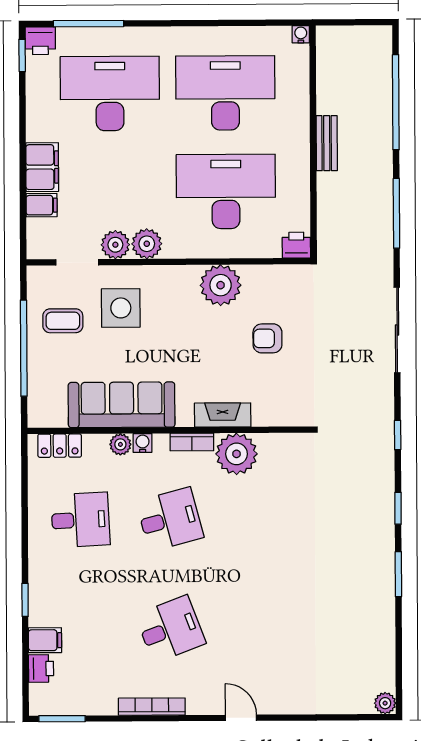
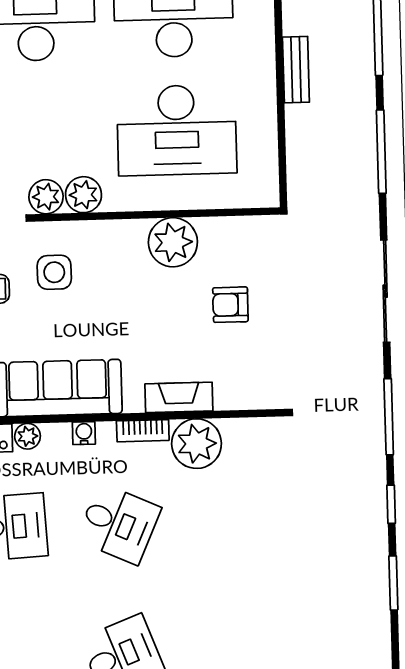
desk: (226, 191) -> (177, 130), turned 180
printer: (296, 245) -> (262, 192), removed
side table: (121, 308) -> (54, 272), width x0.73, depth x0.73
window: (398, 435) -> (389, 417), width x2.17
plant: (120, 444) -> (28, 436), moved
desk: (170, 519) -> (119, 524), turned 39

